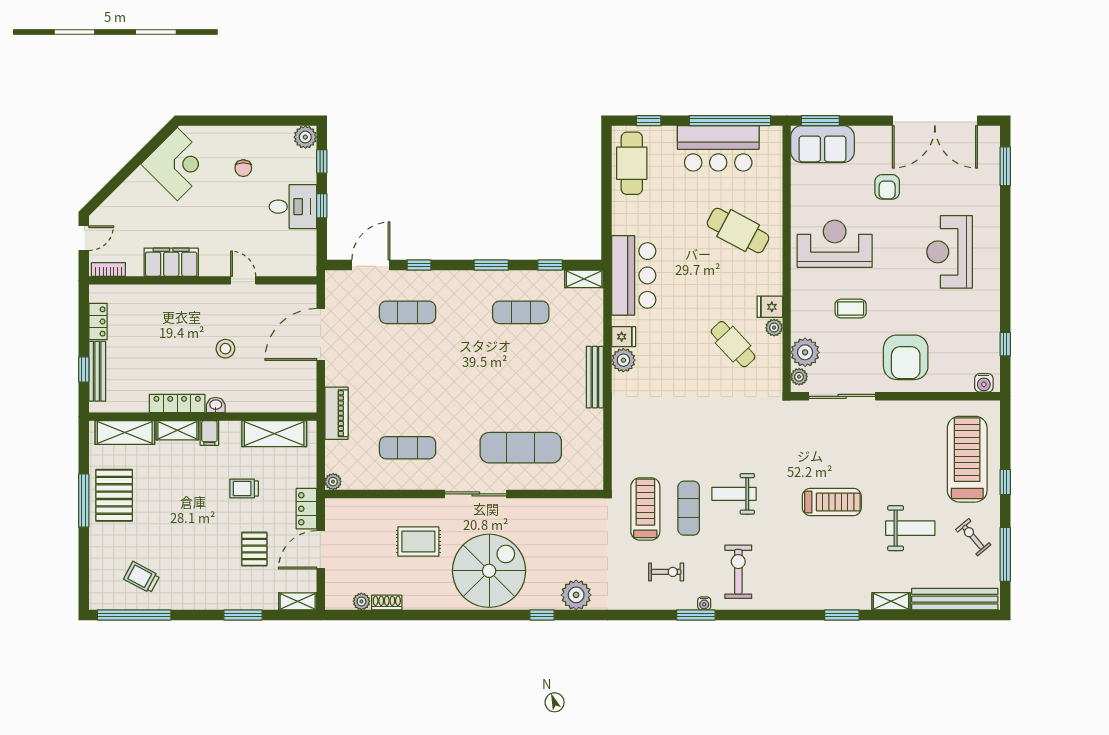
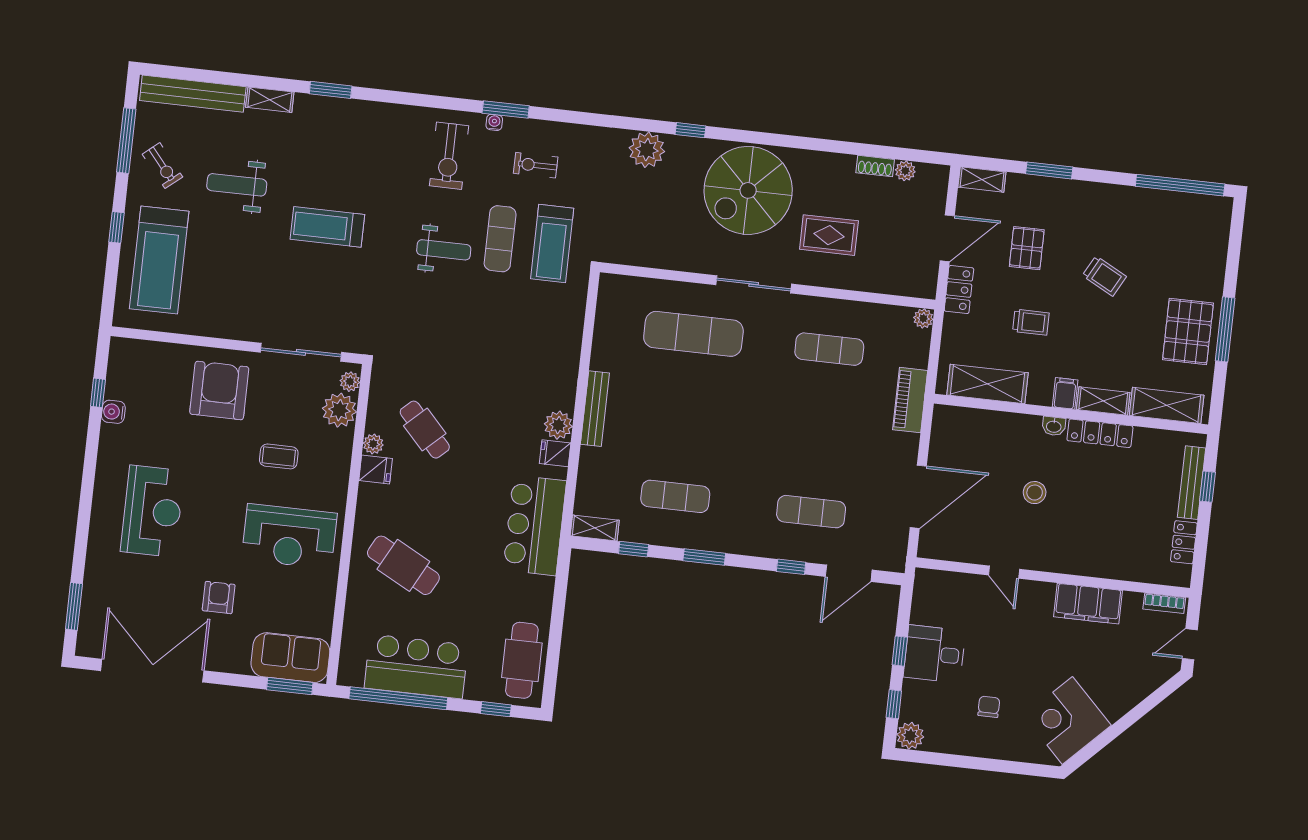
water cooler: (984, 383) -> (113, 412), moved, turned -90
trolley: (142, 577) -> (1104, 276), moved

